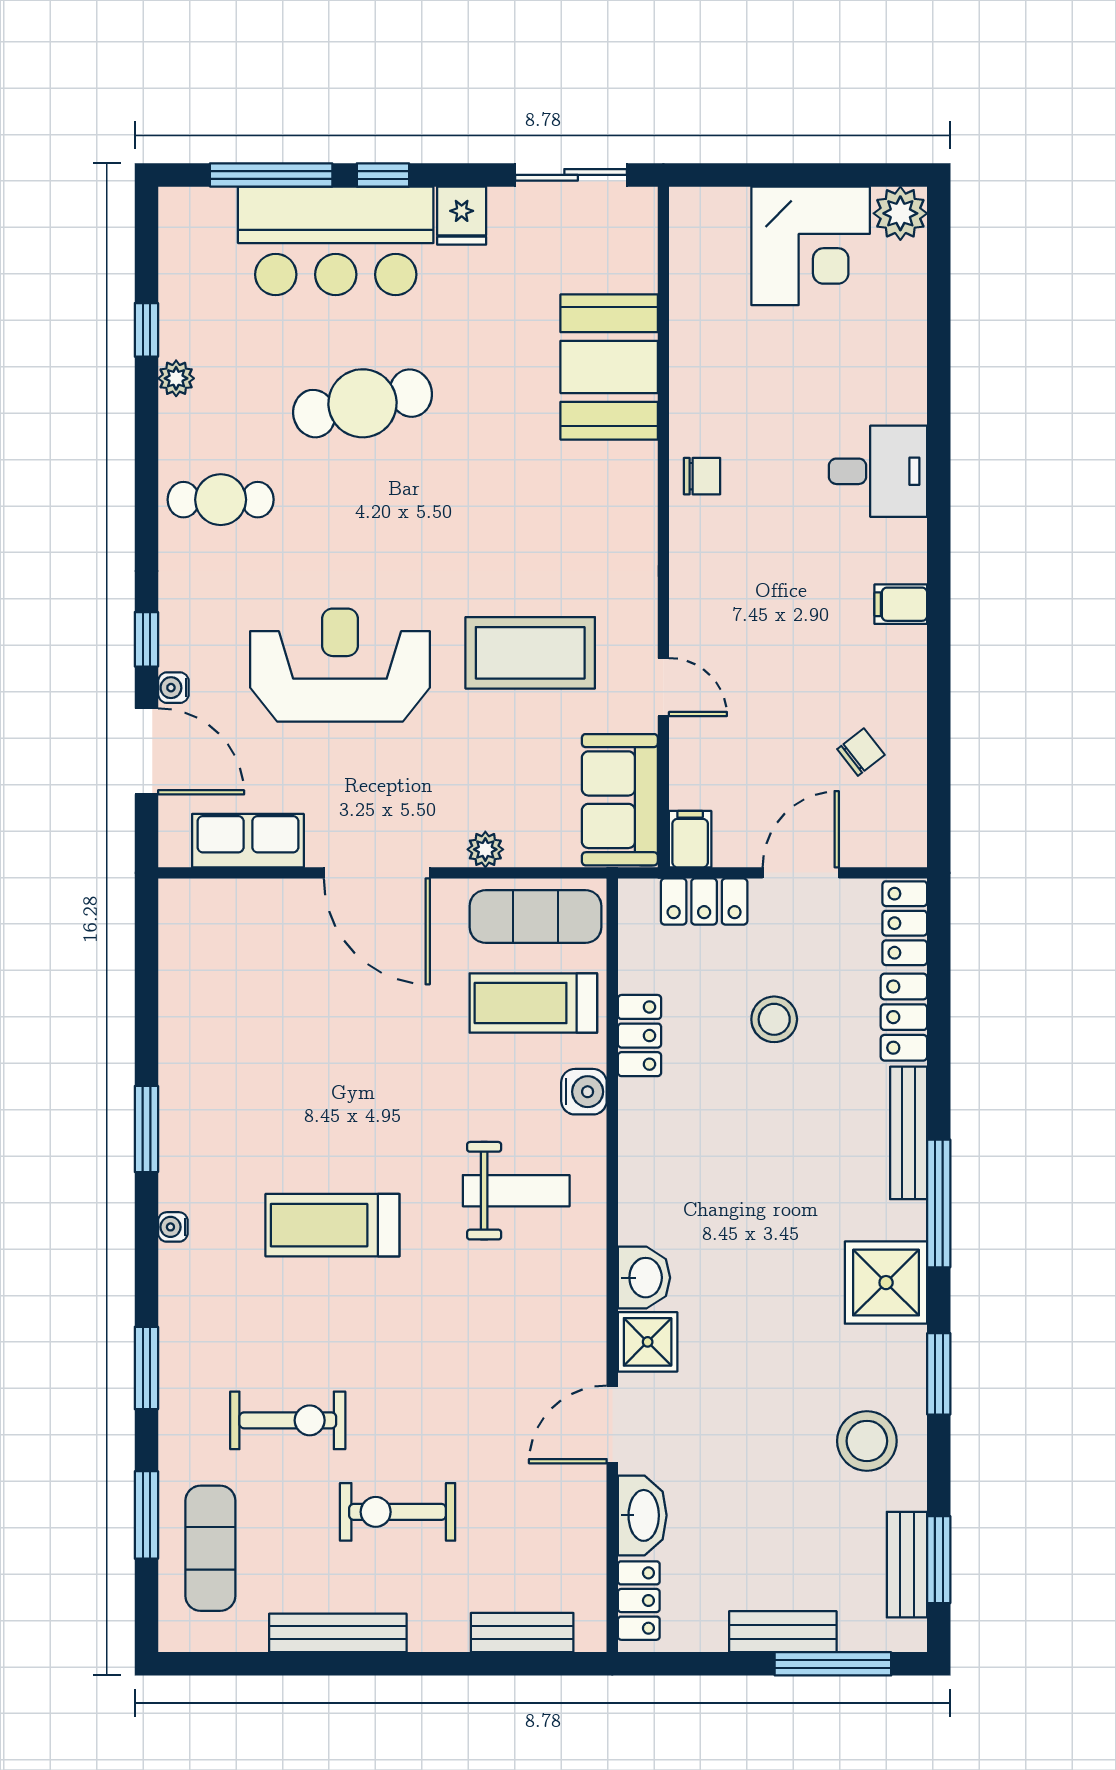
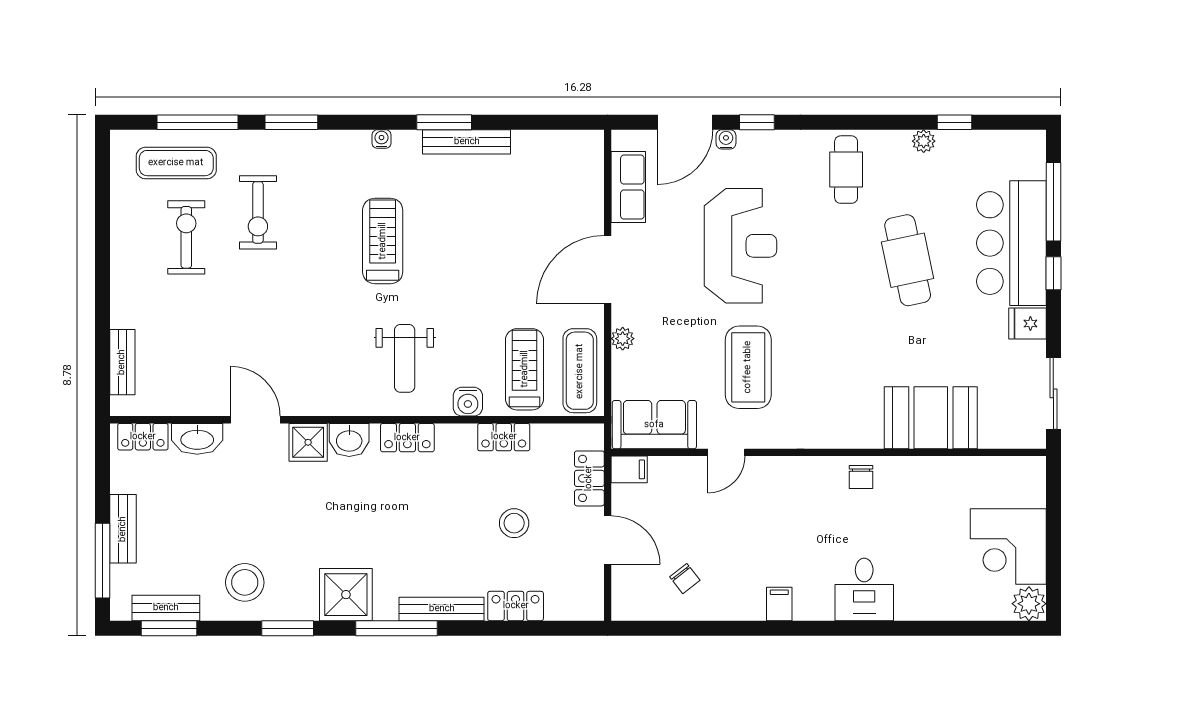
locker: (905, 923) -> (407, 438), moved, turned 180
exercise bike: (398, 1512) -> (186, 237), moved
window: (146, 1515) -> (198, 122), width x1.44
bench: (338, 1633) -> (467, 142), moved, turned 90

